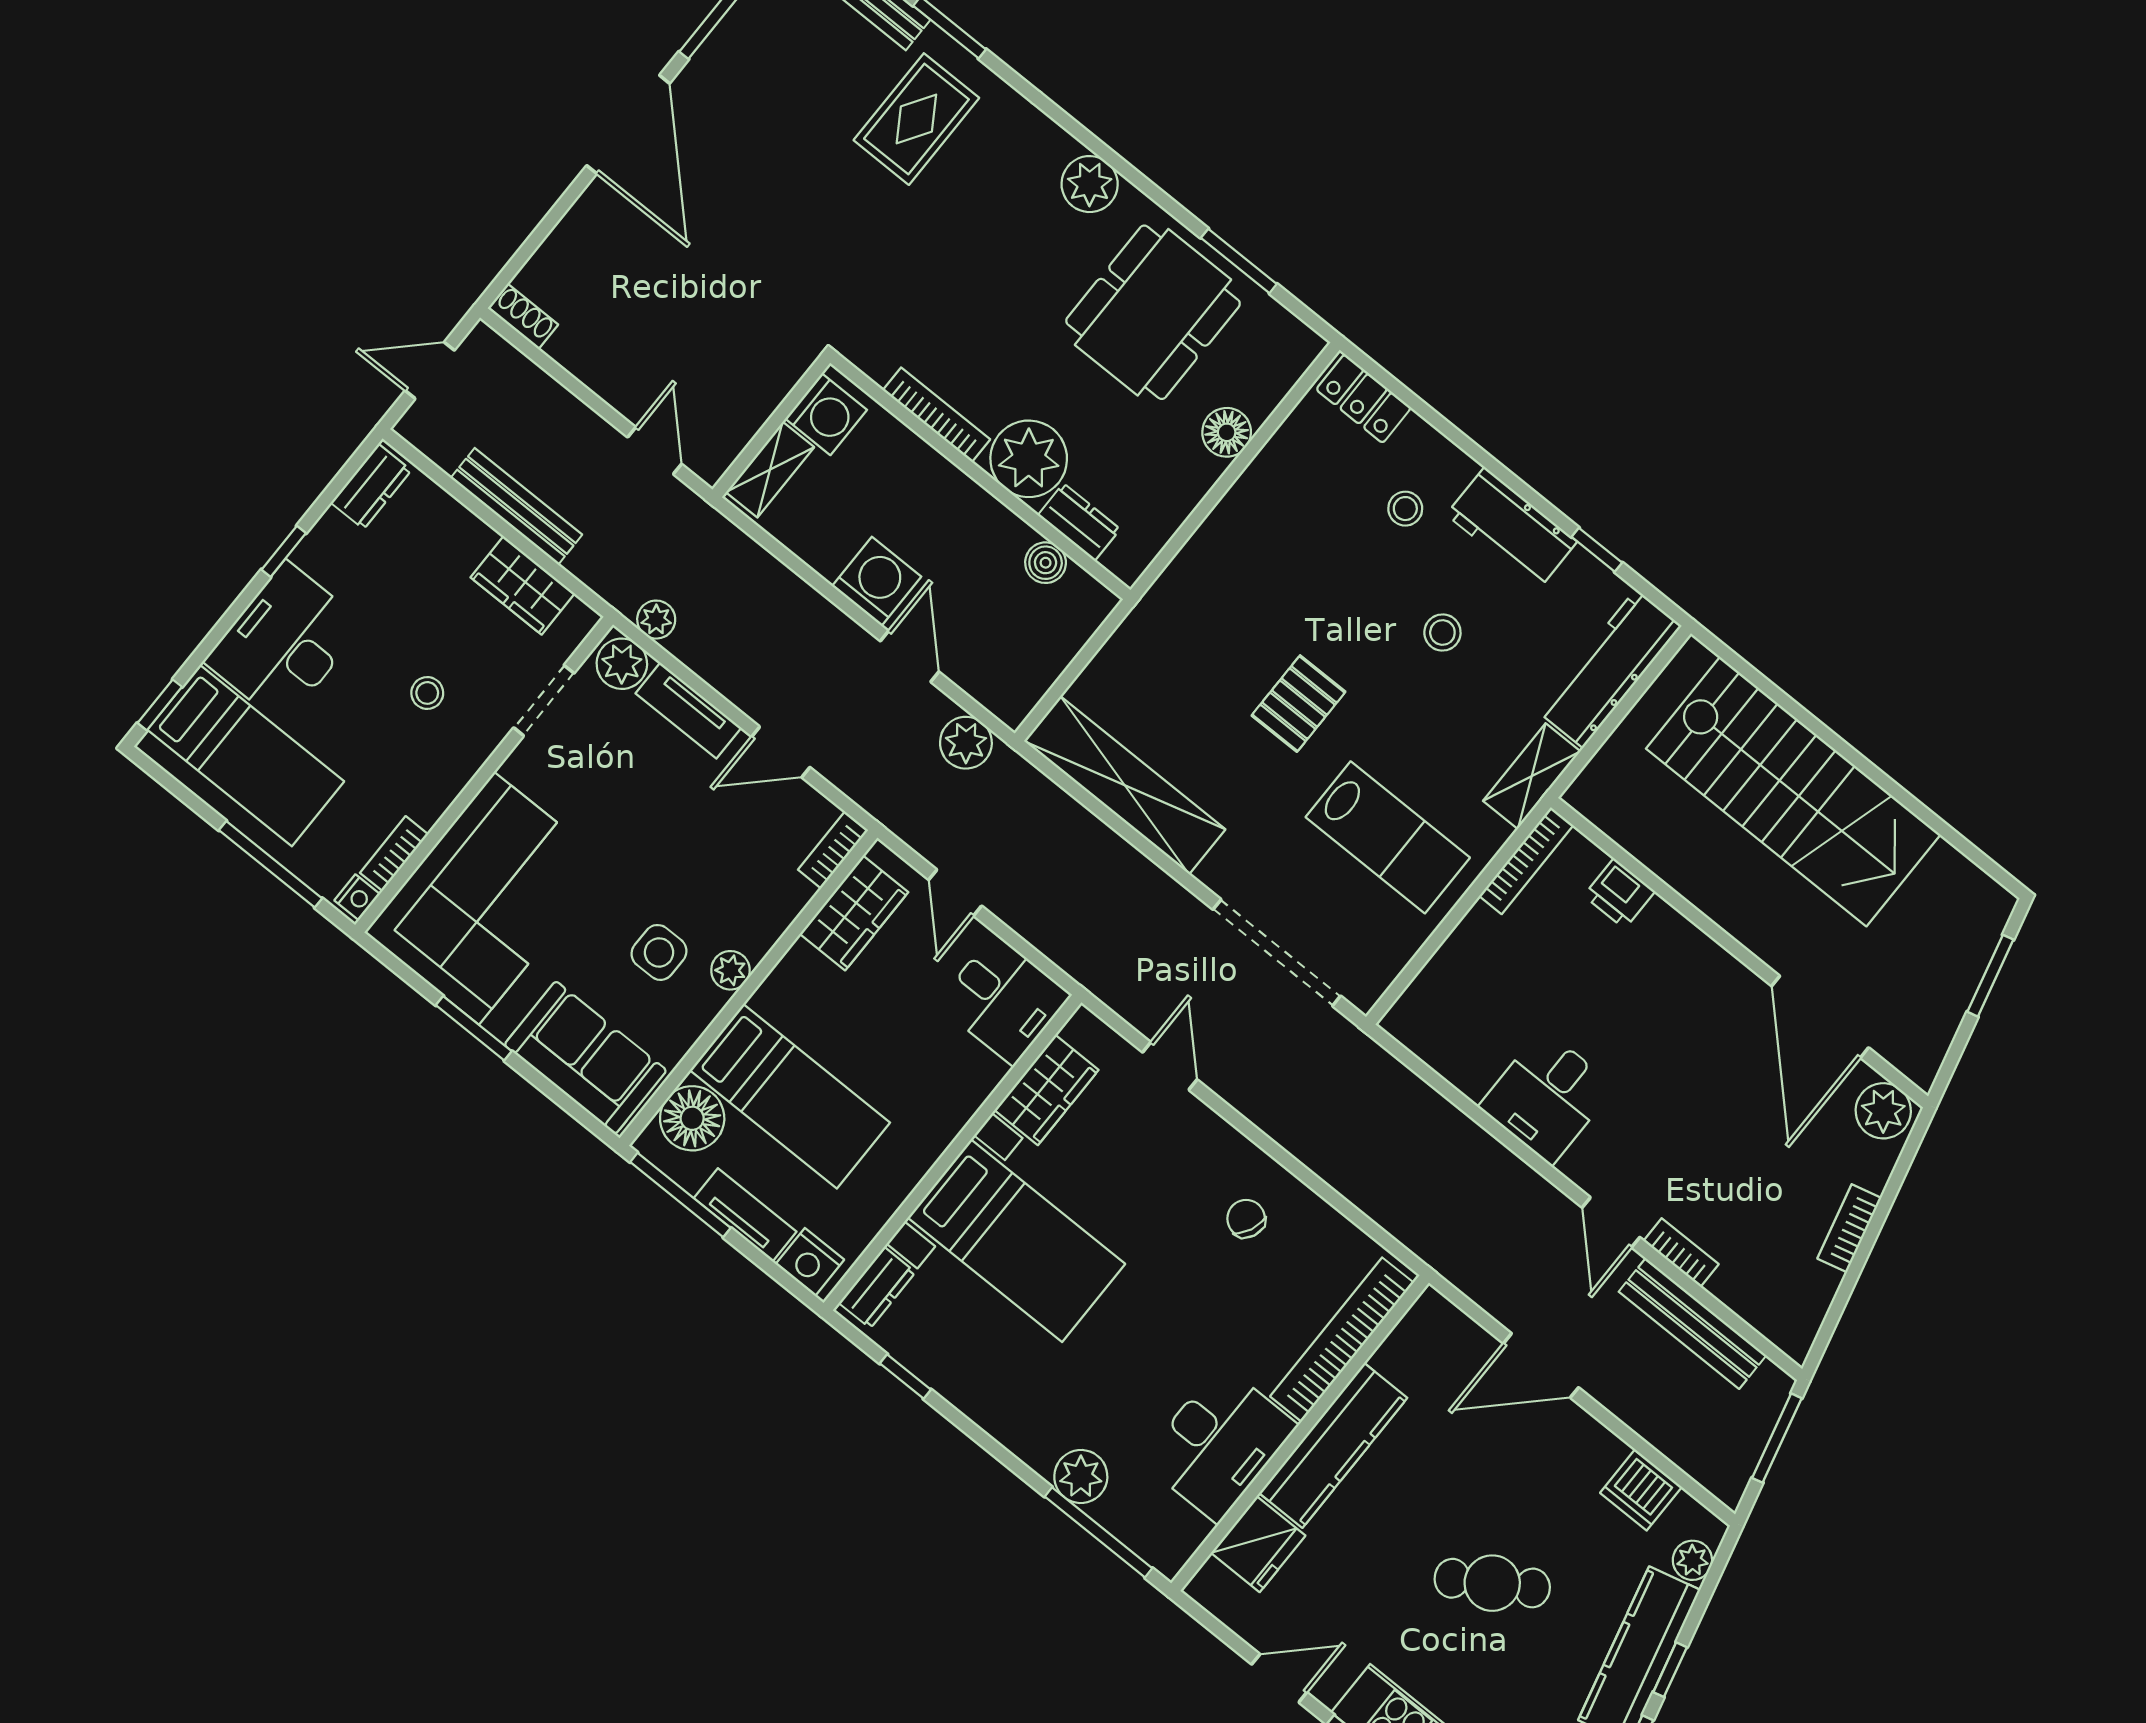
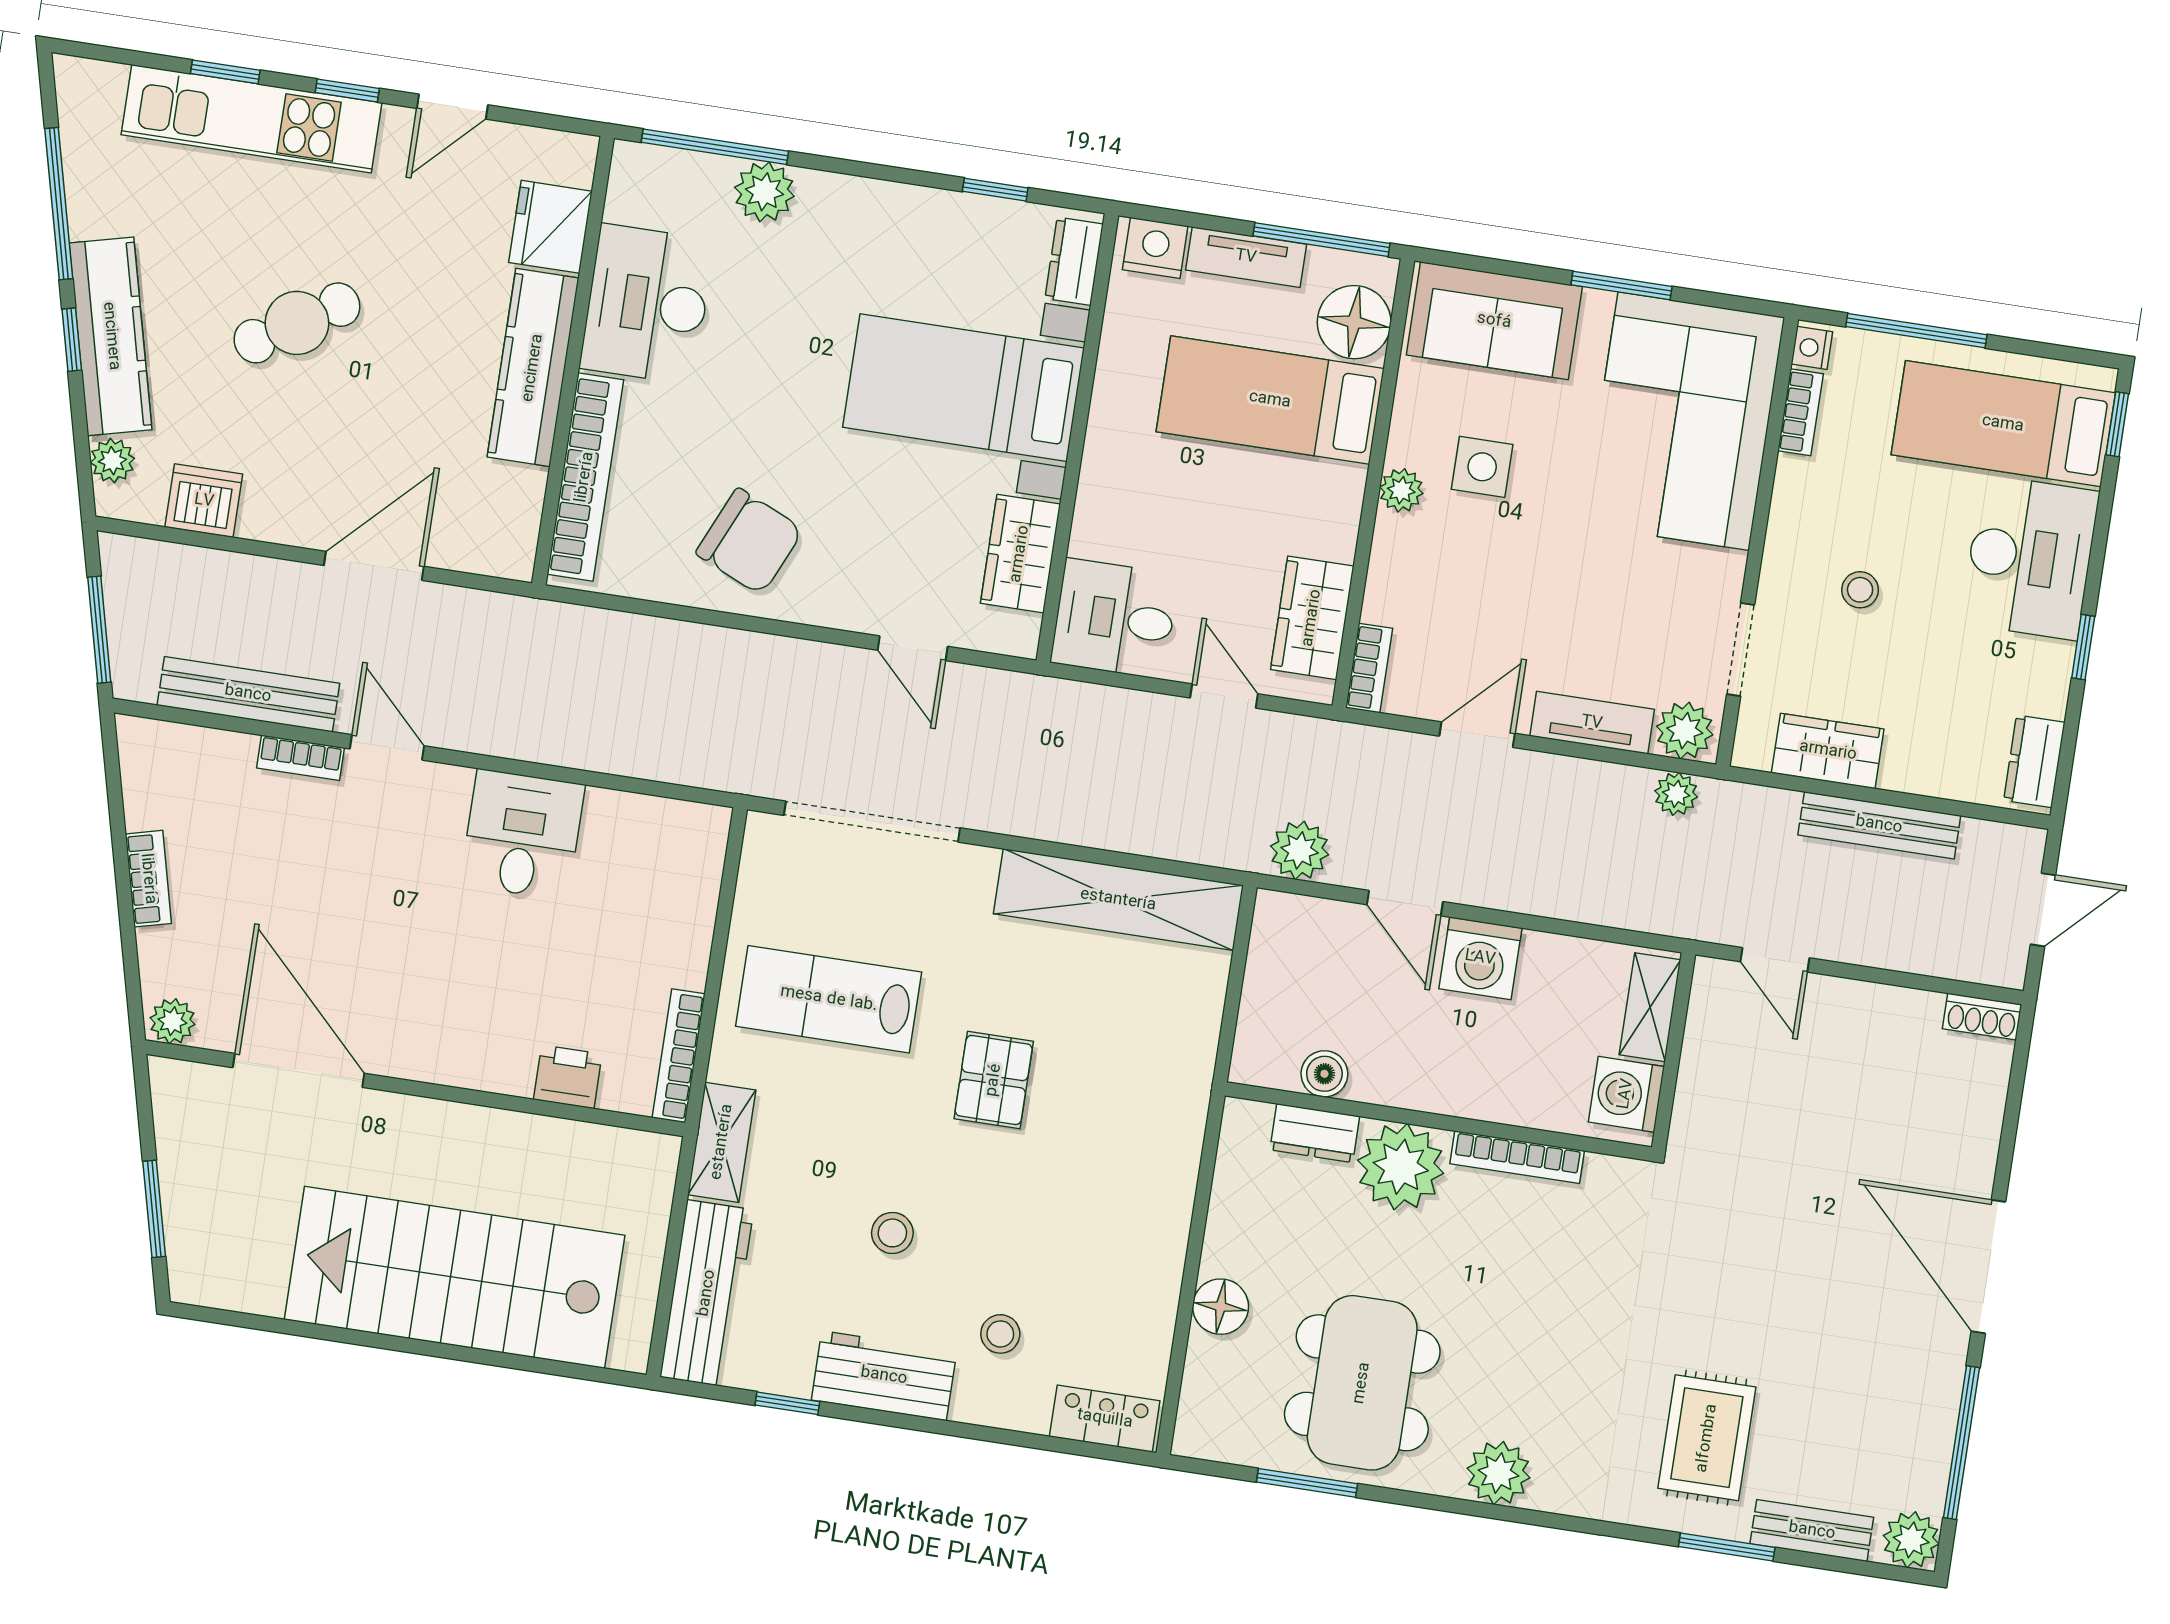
plant: (1883, 1111) -> (172, 1021), width x0.73, depth x0.73
chair: (1246, 1219) -> (749, 541), width x1.87, depth x1.87

